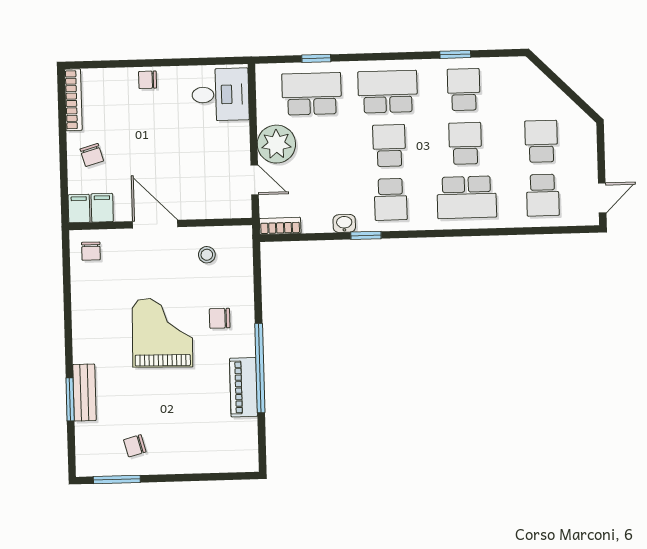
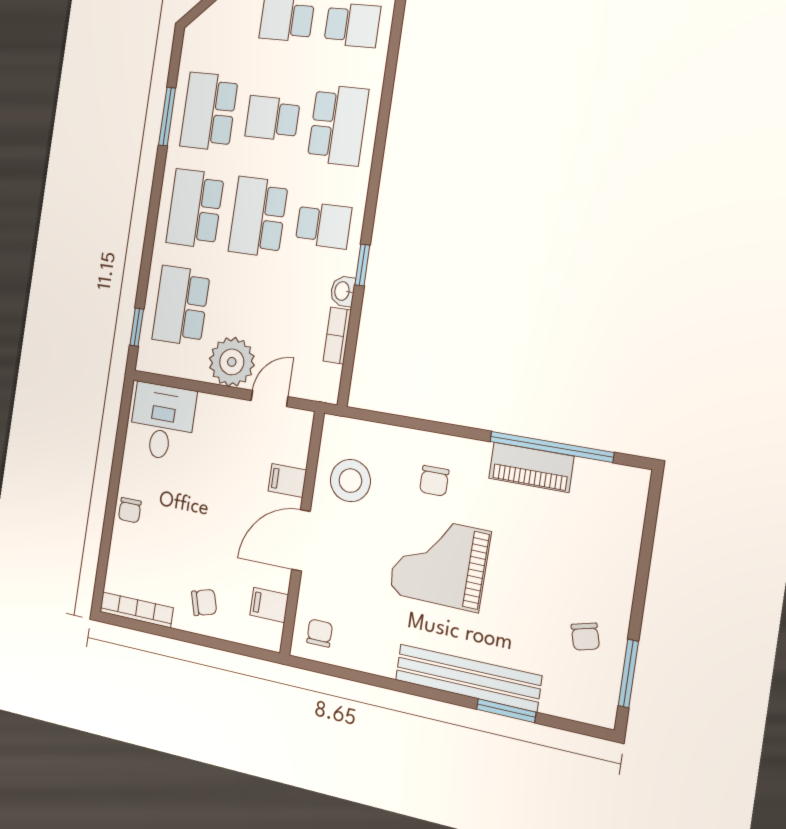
window: (455, 54) -> (167, 117), width x1.50
window: (316, 58) -> (137, 327), moved
school desk: (464, 90) -> (209, 112), width x1.85
school desk: (389, 146) -> (258, 217), width x1.85
filing cabinet: (79, 209) -> (287, 480), moved
bookcase: (280, 226) -> (337, 336), moved
chair: (91, 251) -> (320, 633), turned -90
stool: (207, 255) -> (350, 481), width x1.89, depth x1.89
window: (260, 368) -> (551, 447), moved
bench: (84, 392) -> (468, 678), width x1.86, depth x1.21

